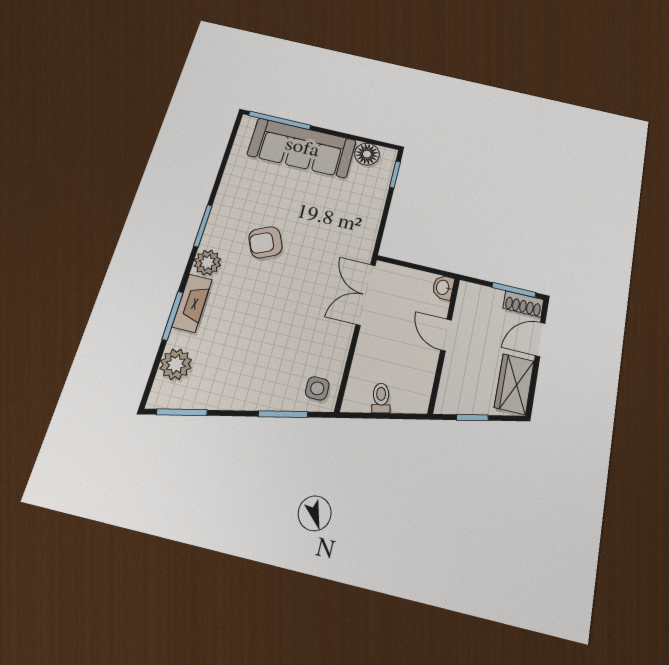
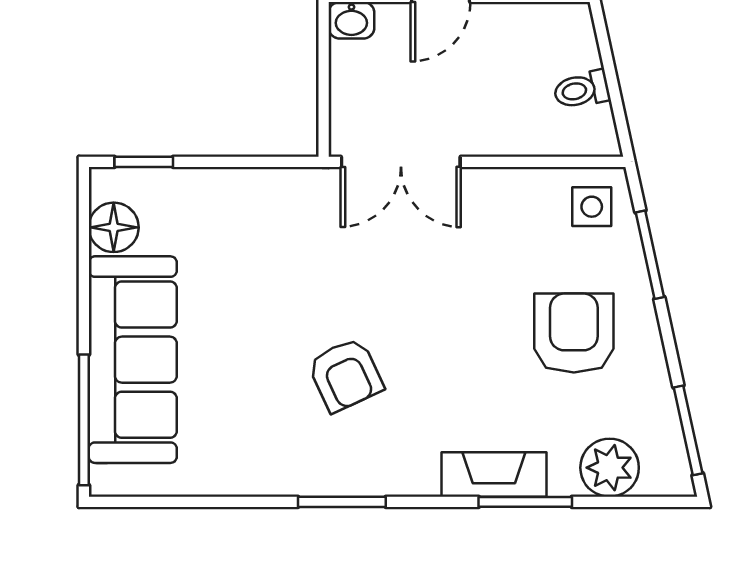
plant: (207, 263) -> (411, 471), removed
armchair: (253, 362) -> (574, 333), added

